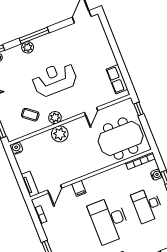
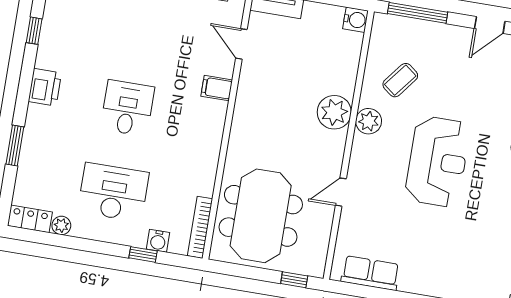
door: (91, 111) -> (341, 192), hinge flipped
desk: (109, 220) -> (127, 108), width x0.53, depth x0.77

